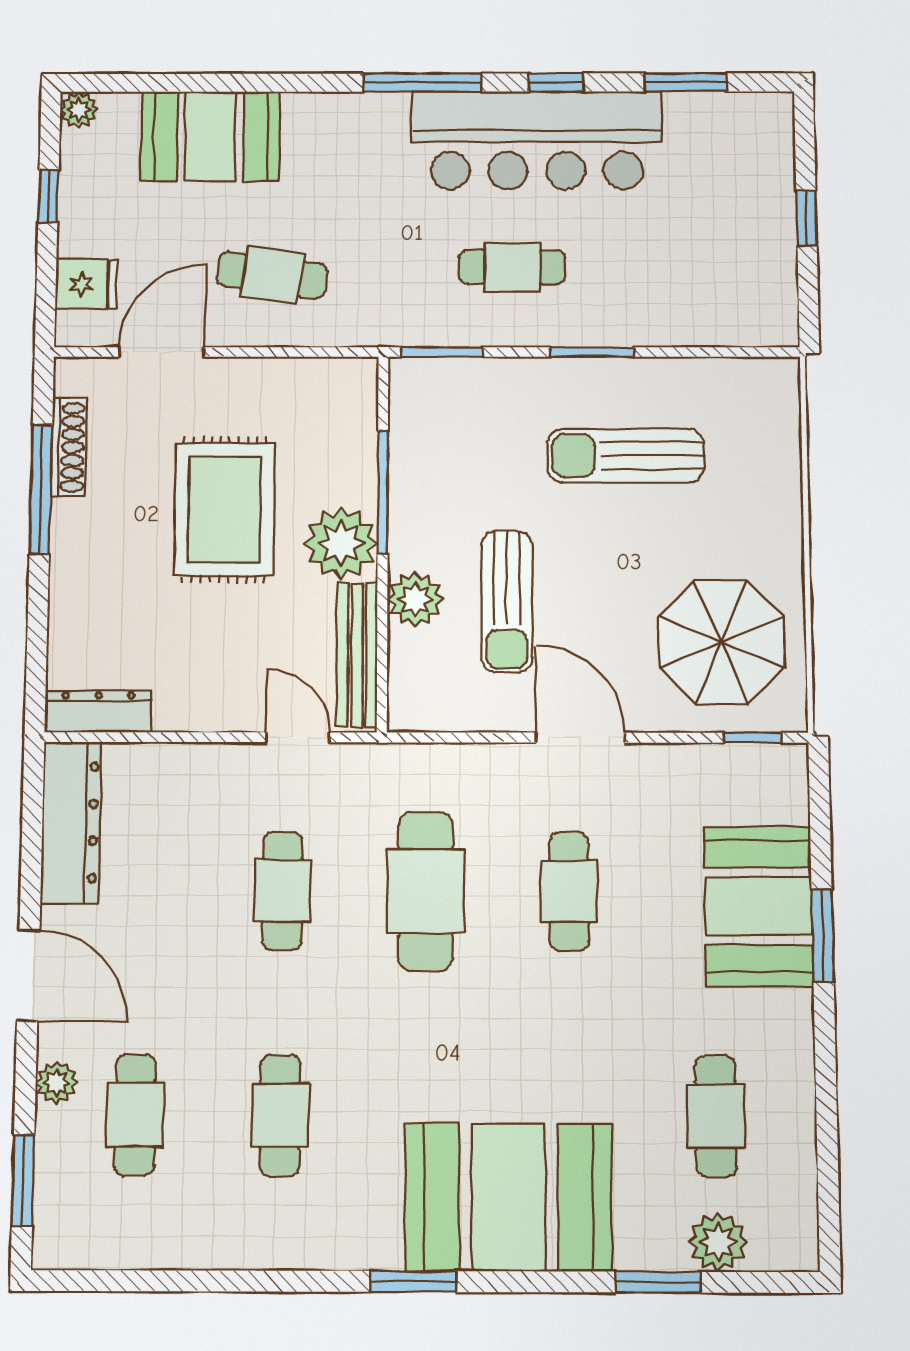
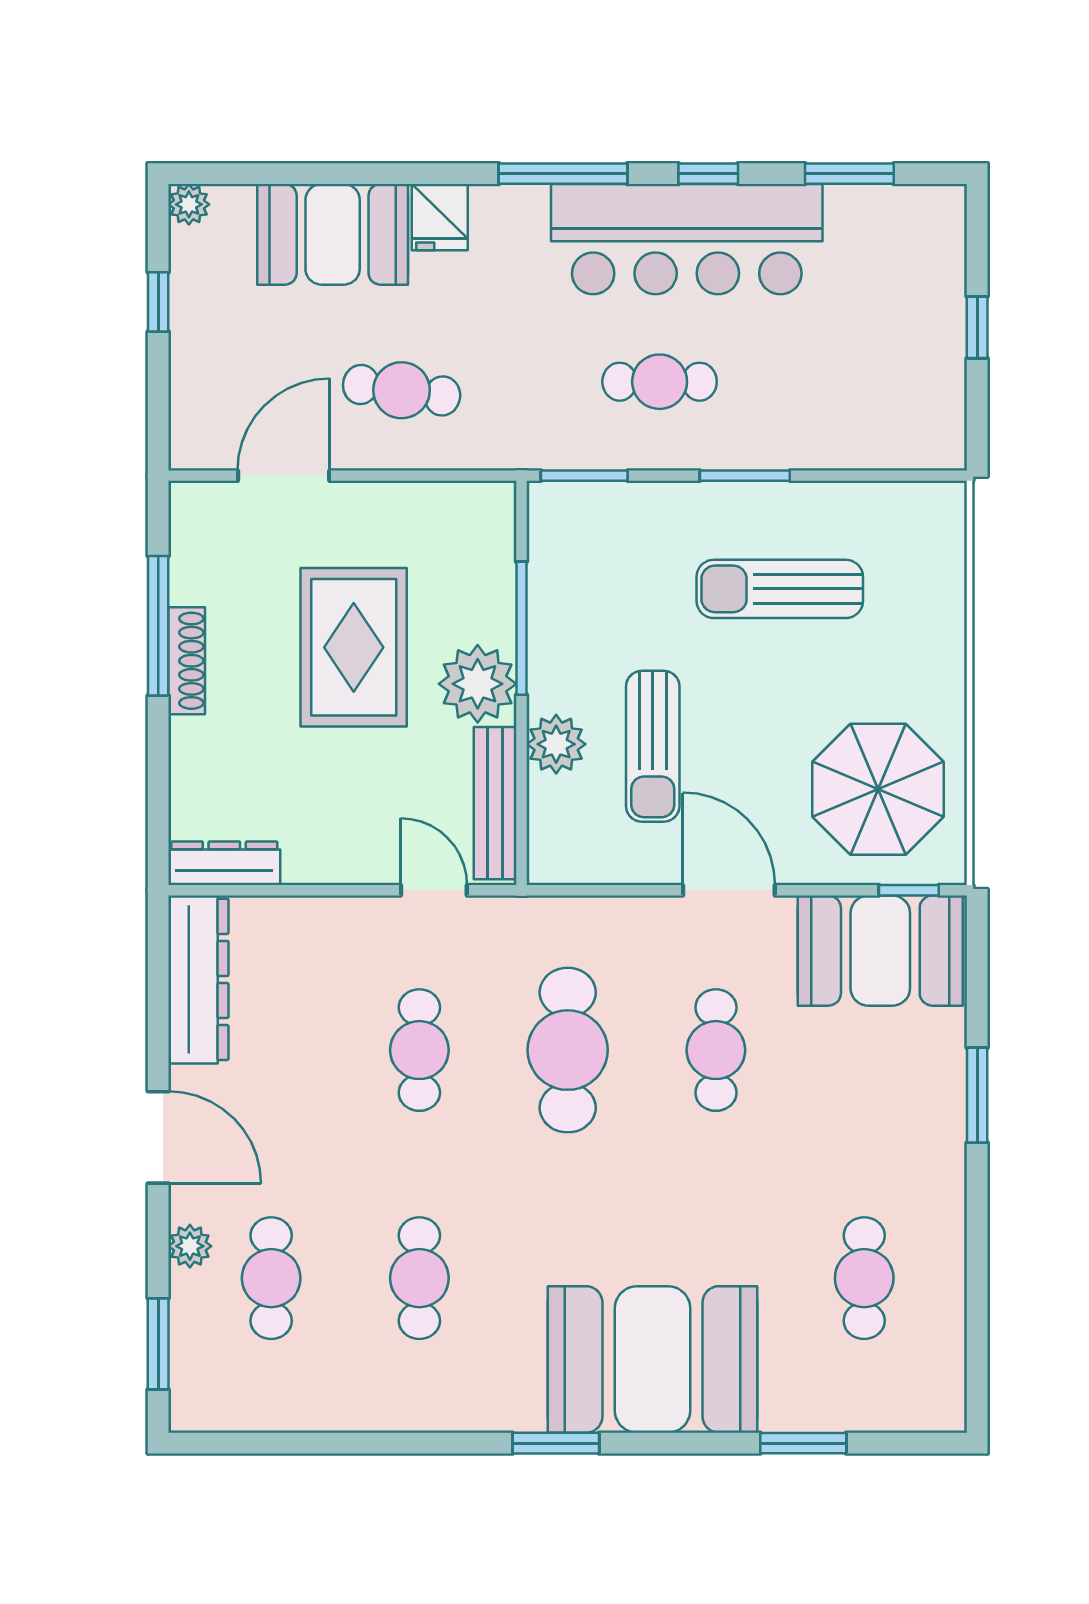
fridge: (86, 284) -> (440, 217), moved, turned 90
shoe rack: (69, 447) -> (187, 661), moved
booth: (758, 906) -> (880, 951), moved, turned 90
plant: (718, 1242) -> (864, 1403), removed

